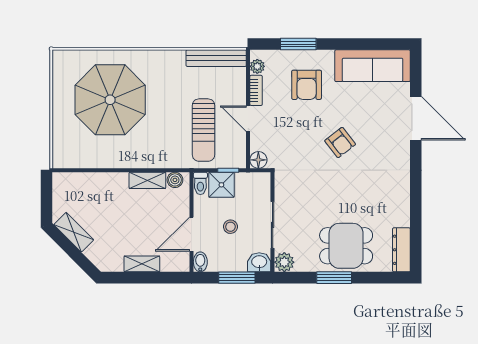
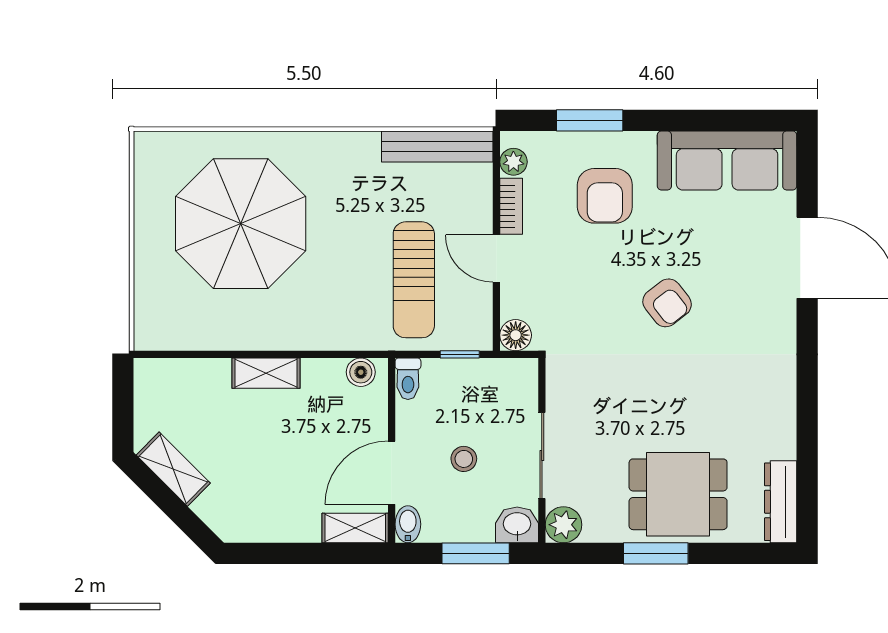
shelving: (147, 180) -> (266, 373), moved
shower: (221, 185) -> (447, 381), removed
shelving: (142, 264) -> (355, 528), moved

